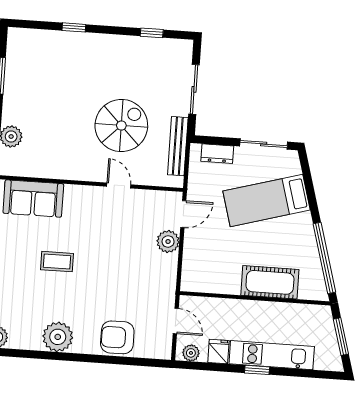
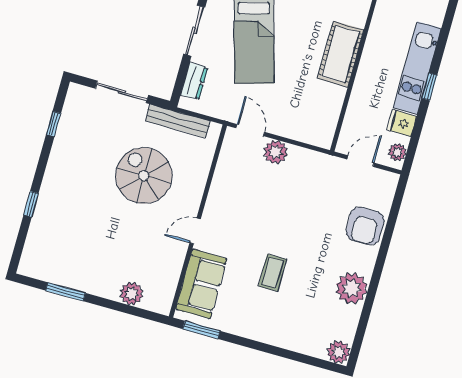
door: (119, 185) -> (195, 231), moved

